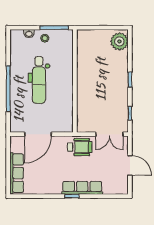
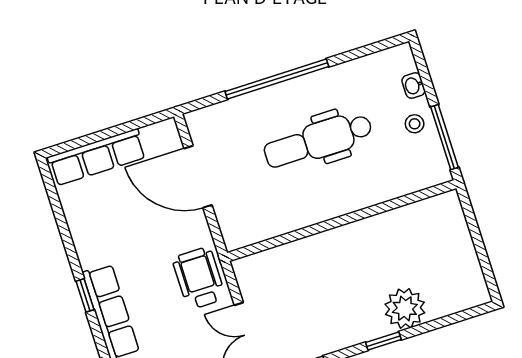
plant: (119, 41) -> (405, 308), moved
wheelchair: (80, 147) -> (199, 278), turned 180

